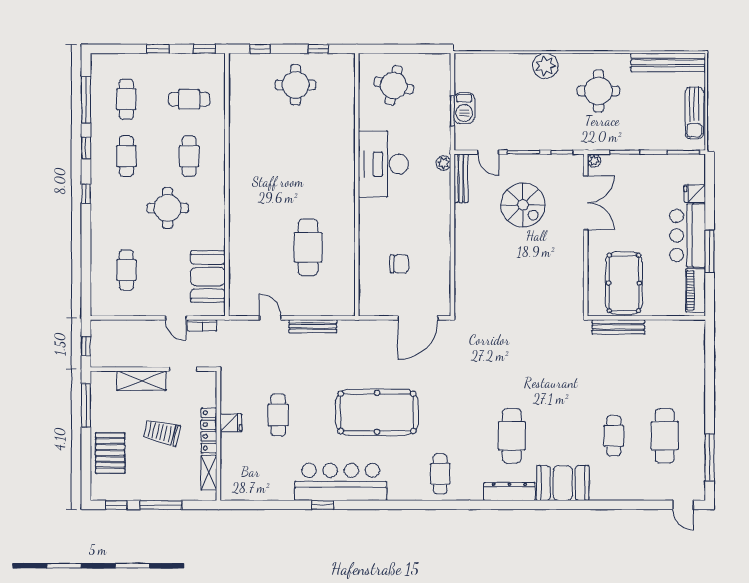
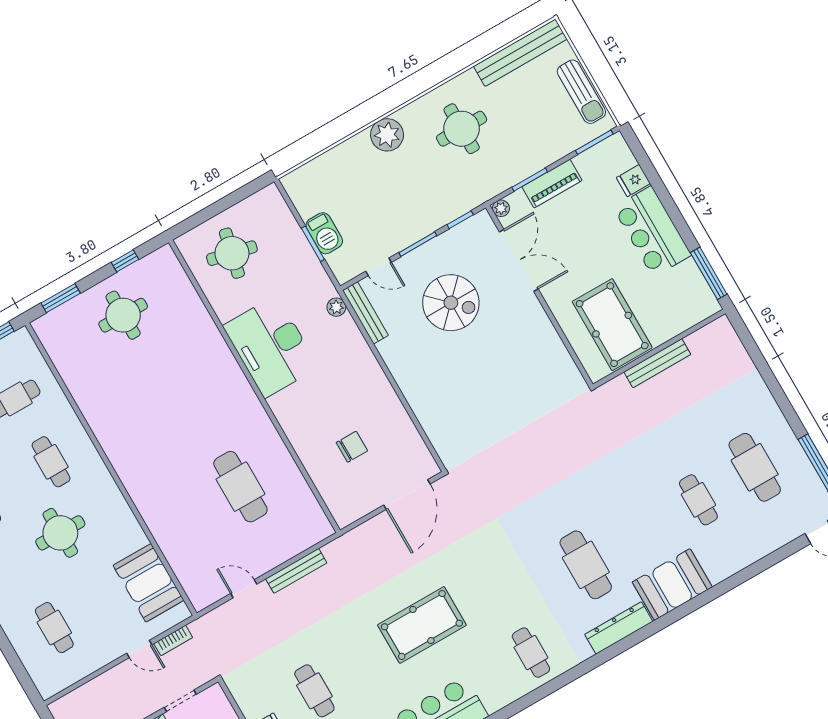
window: (260, 49) -> (61, 298), width x1.50
window: (710, 251) -> (709, 273), moved
piano: (696, 290) -> (552, 184), moved, turned -90
bench: (618, 327) -> (657, 363), moved
pool table: (377, 412) -> (422, 625), width x0.73, depth x0.76

